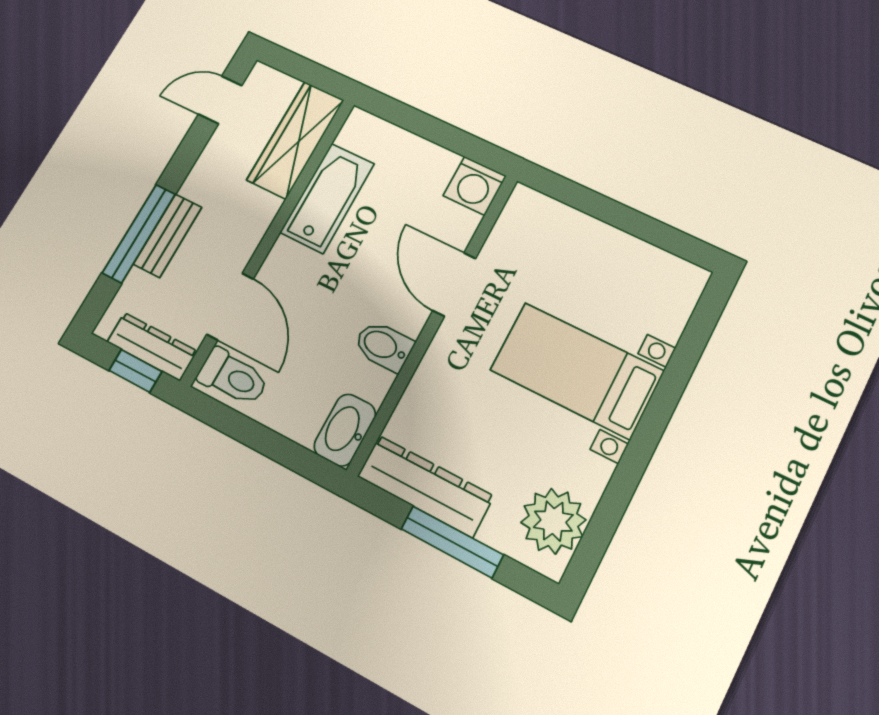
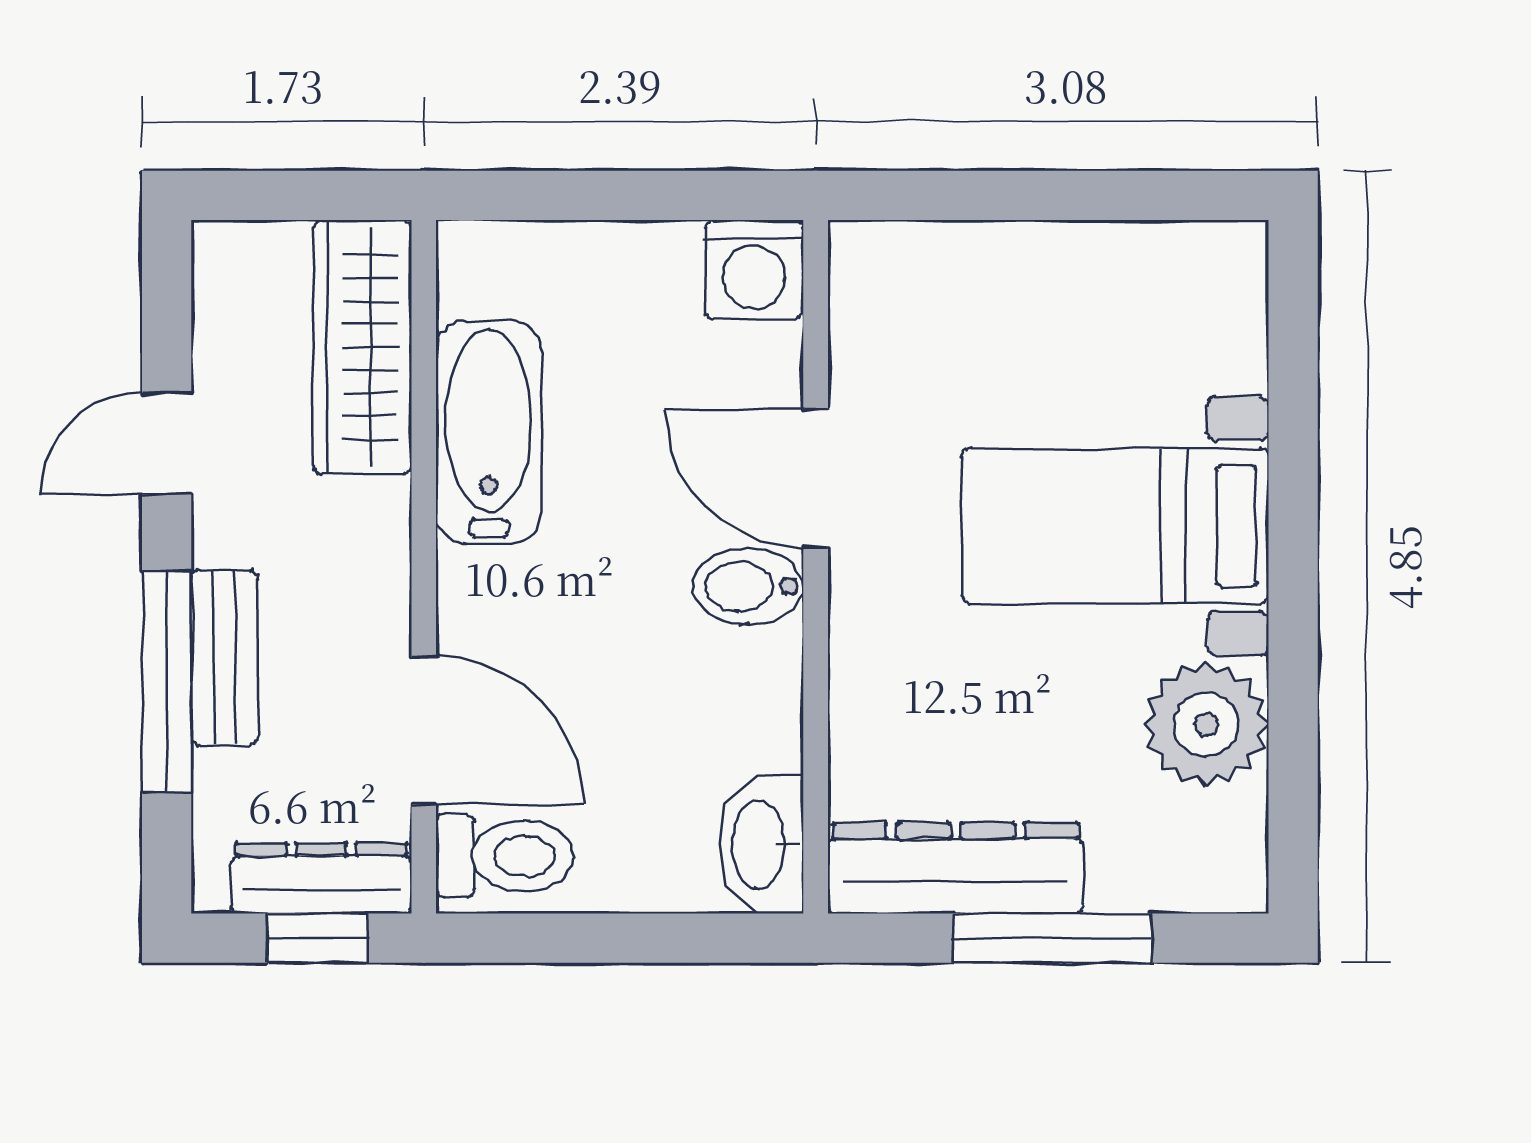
door: (220, 100) -> (167, 444), moved
bidet: (384, 346) -> (748, 587), moved
plant: (553, 521) -> (1206, 724), moved

